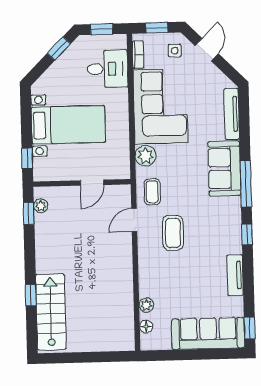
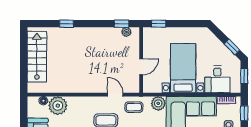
bed with nightstands: (68, 125) -> (183, 68), moved, turned 180
door: (92, 183) -> (141, 67), swing flipped
plant: (146, 305) -> (58, 106), width x1.88, depth x1.88
stairs: (51, 312) -> (37, 57), moved, turned -90

